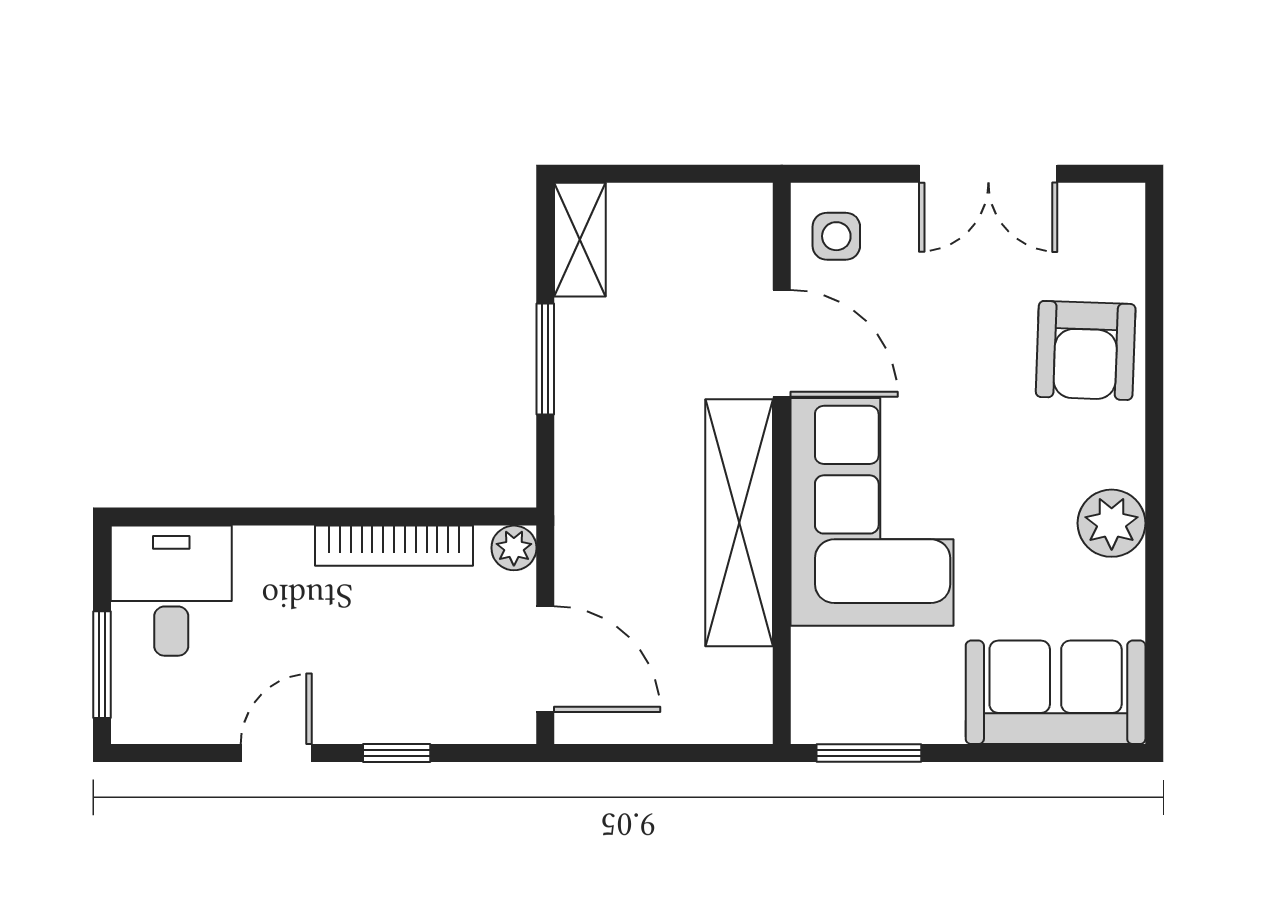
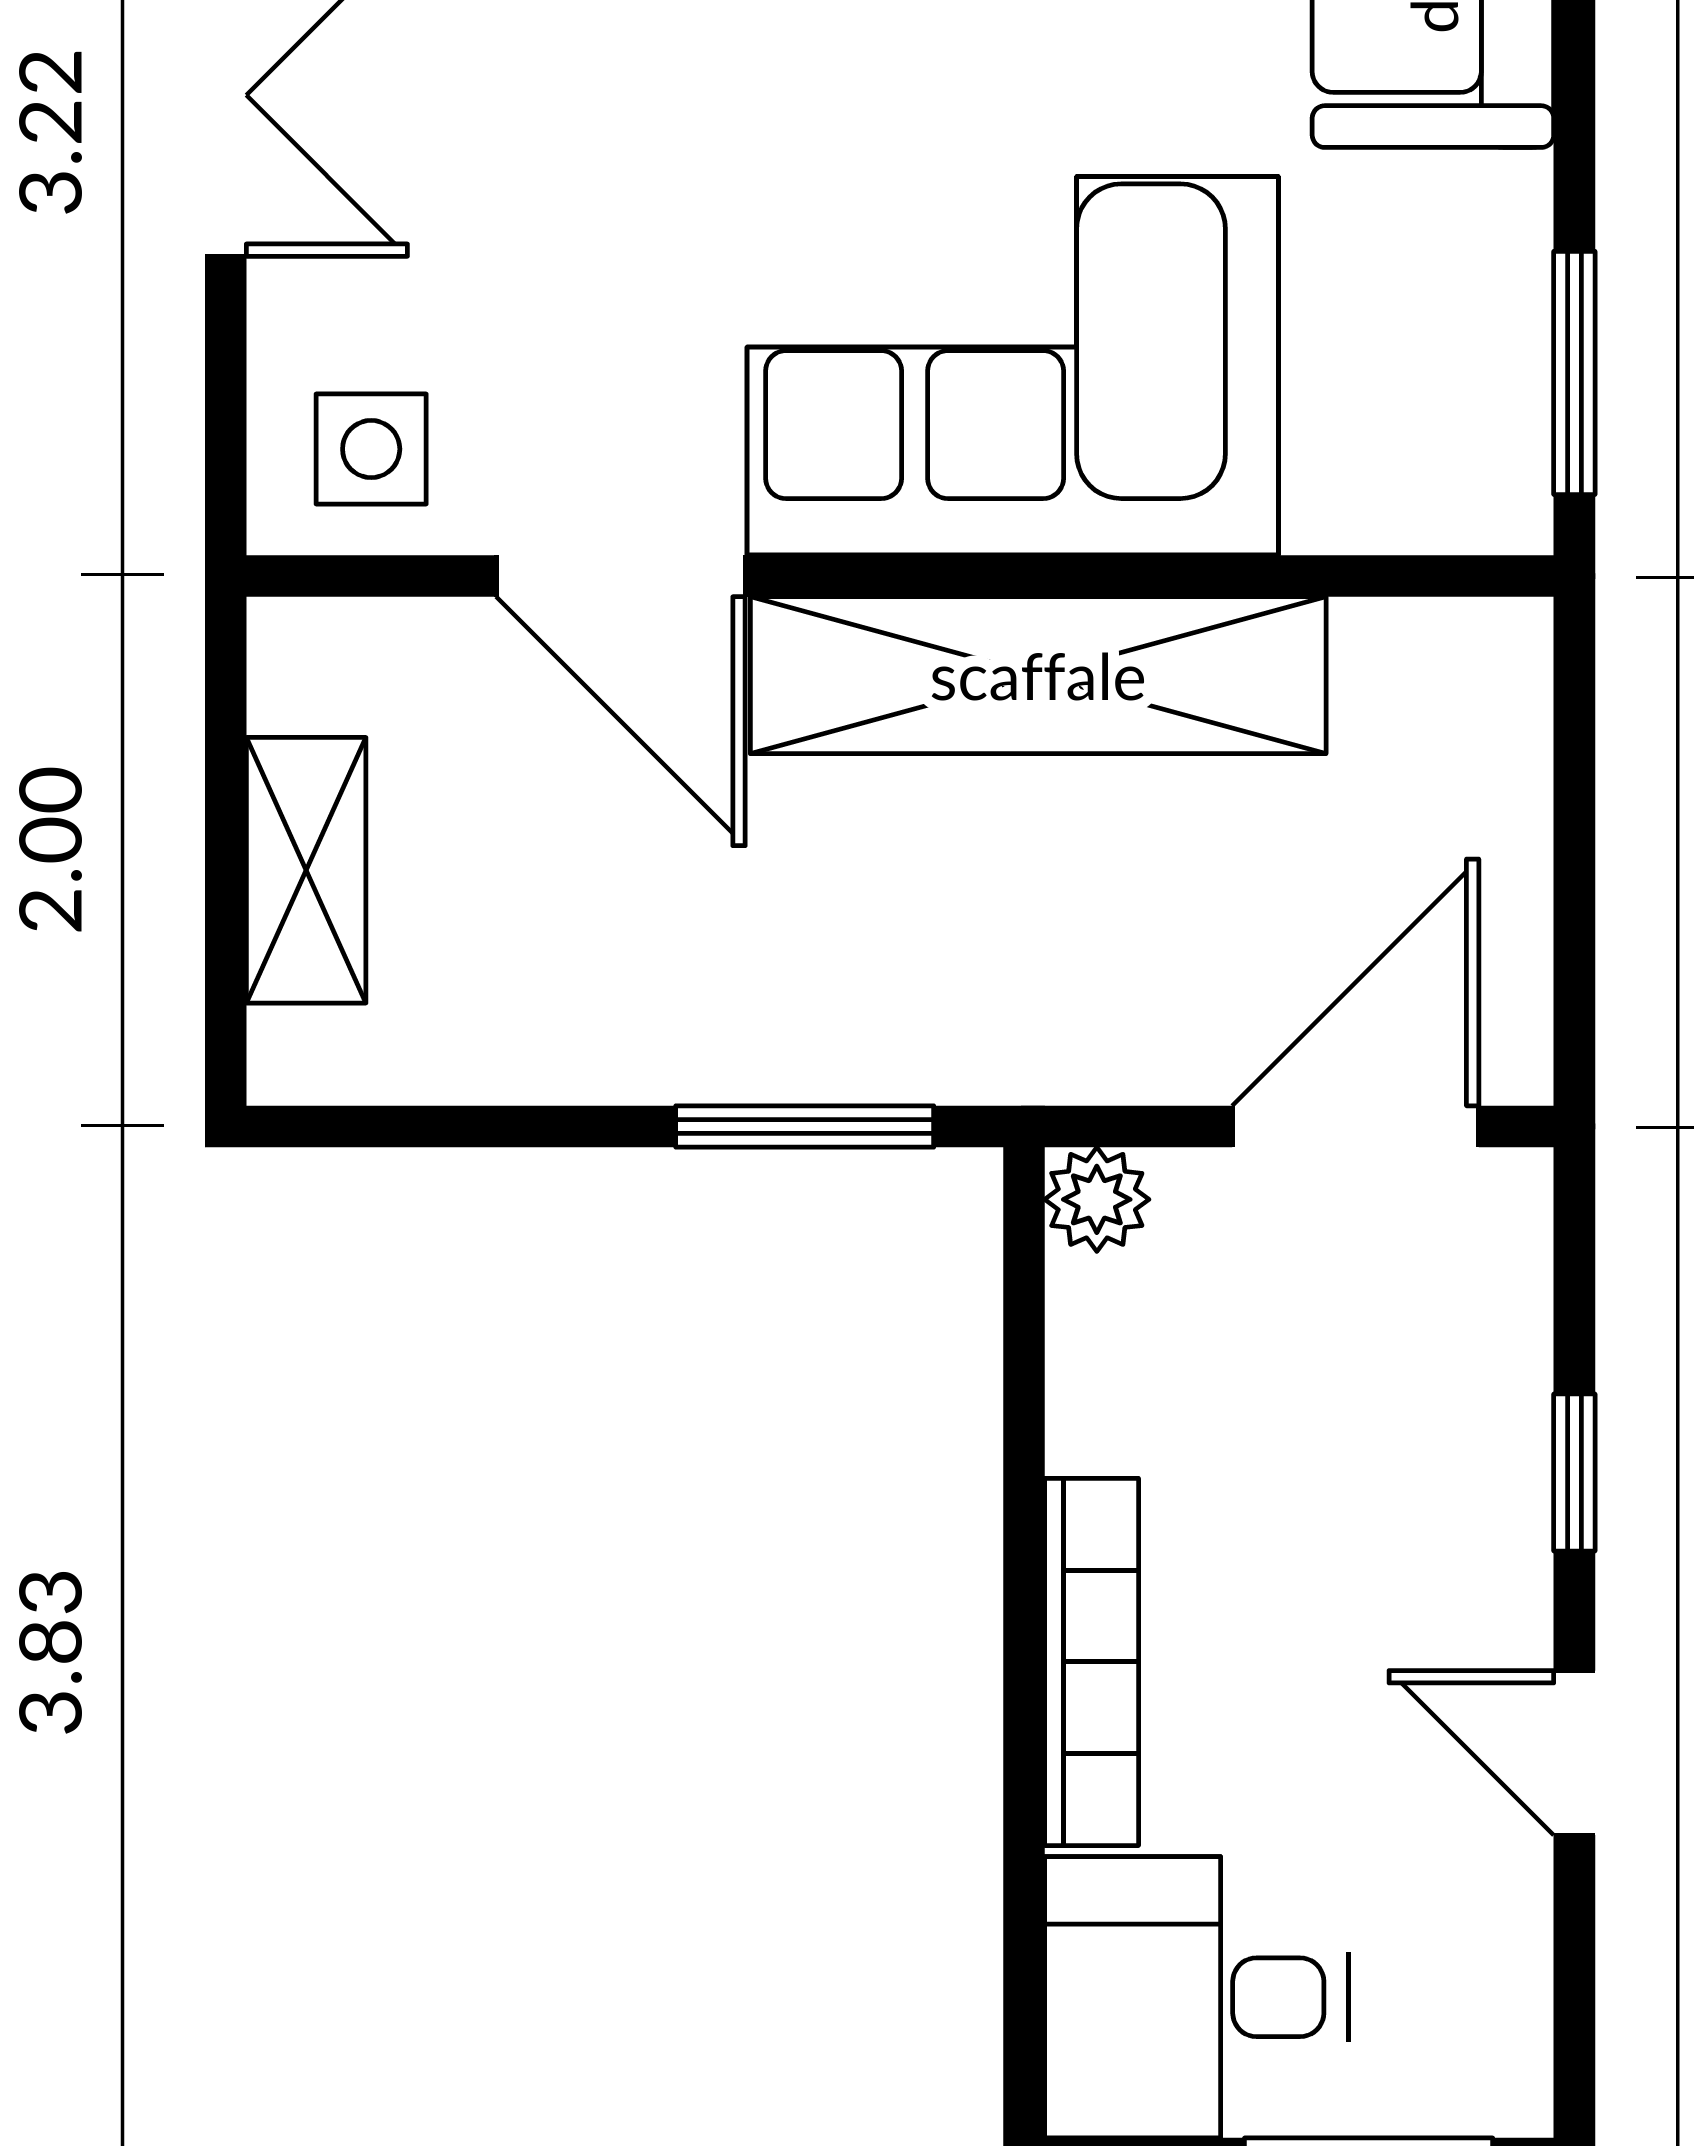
shelving: (580, 240) -> (306, 870), moved, turned 90
door: (782, 343) -> (621, 576), swing flipped
window: (545, 359) -> (805, 1126), moved
bookcase: (394, 546) -> (1092, 1662), moved

